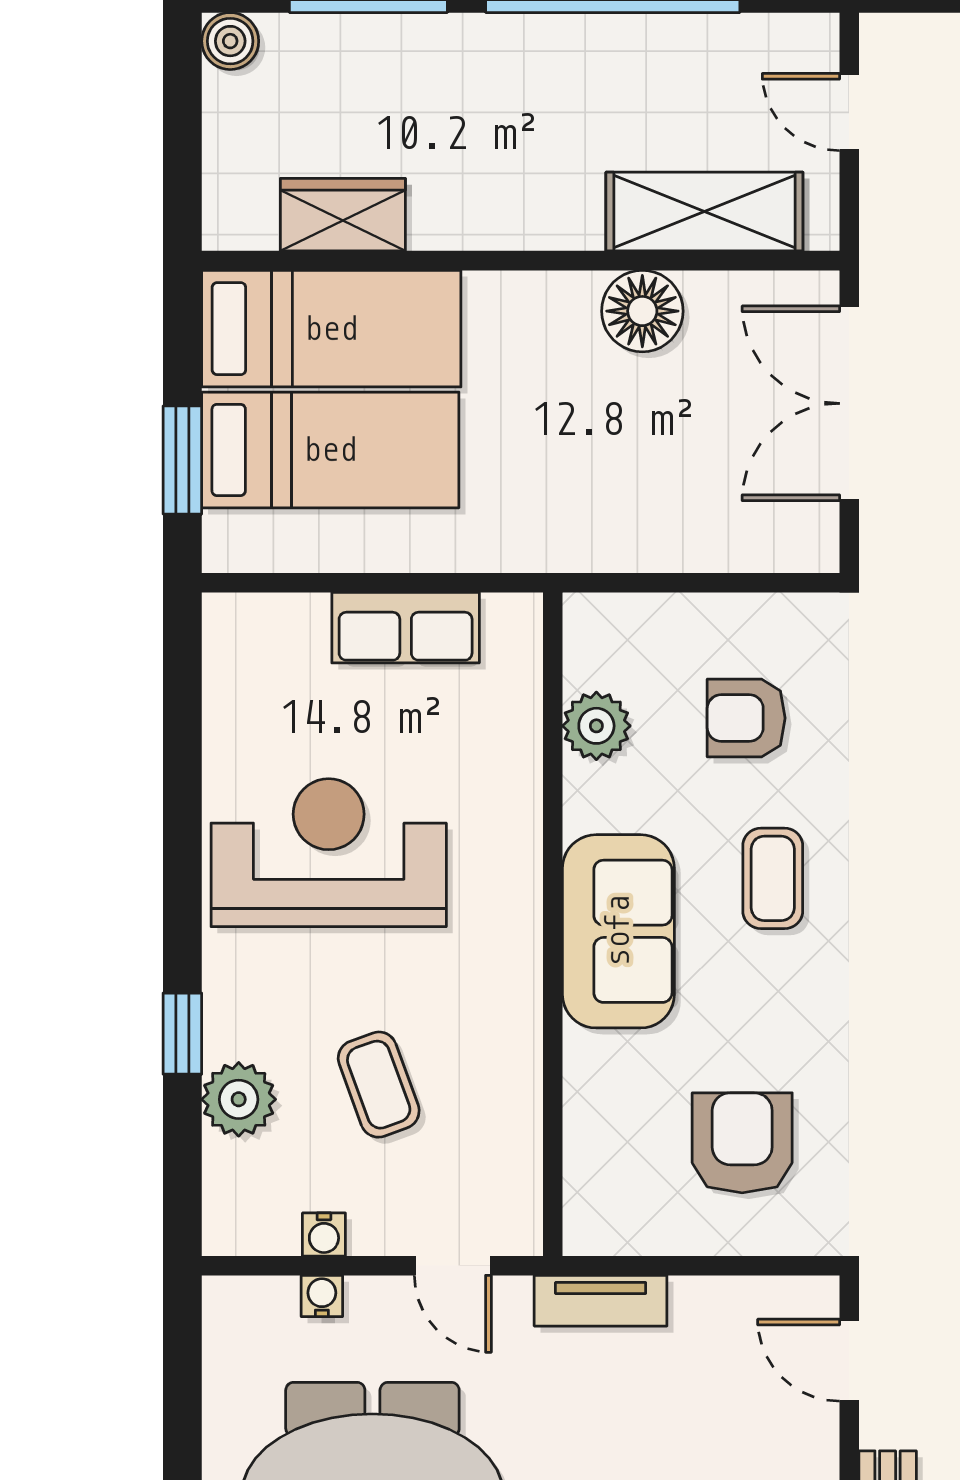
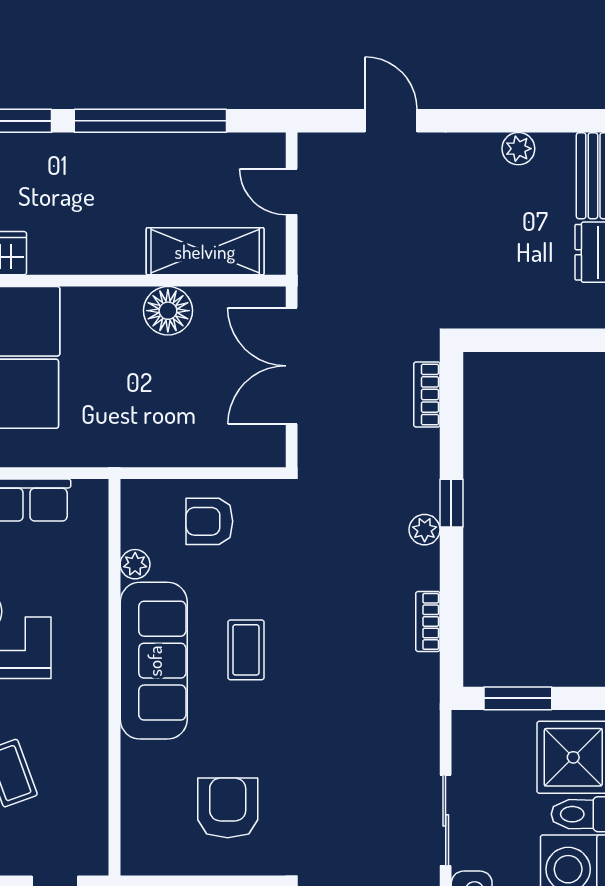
armchair: (746, 718) -> (209, 521), moved
plant: (596, 726) -> (135, 564), width x0.73, depth x0.73
sofa: (618, 931) -> (154, 661), width x1.36

